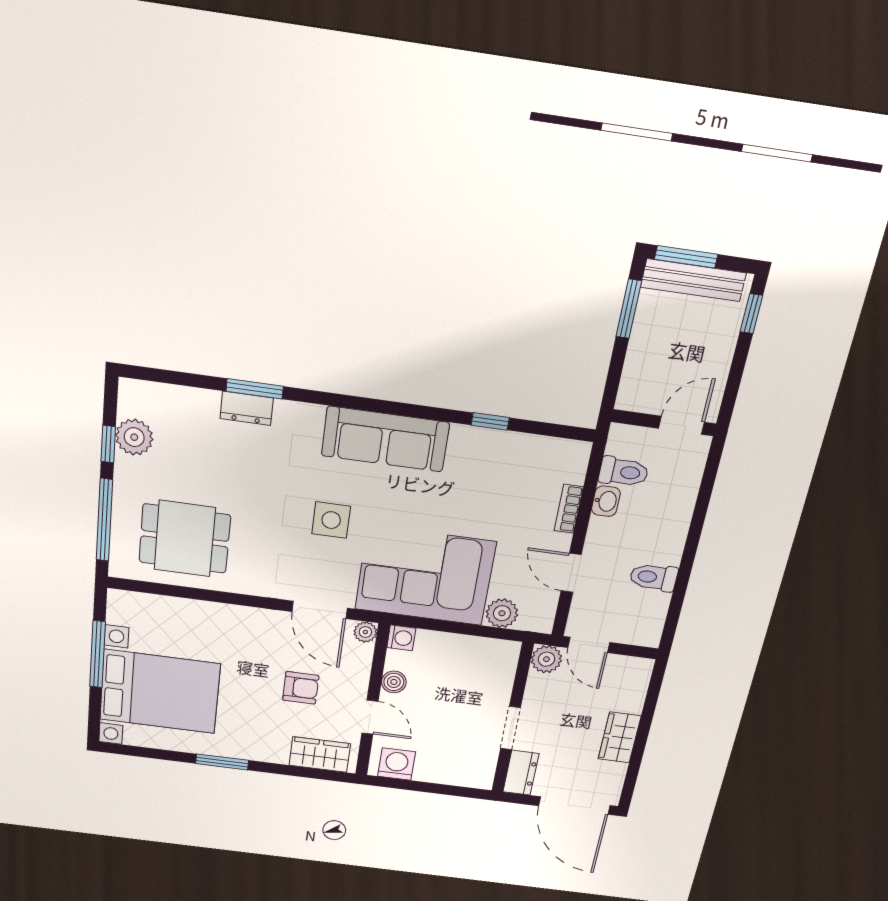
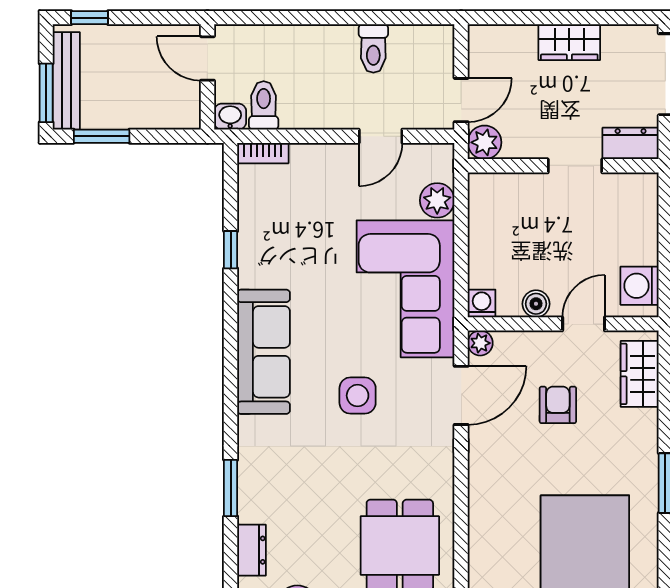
dresser: (247, 408) -> (251, 550), moved
washbasin: (606, 501) -> (230, 117), moved
bookcase: (569, 509) -> (263, 153), moved

